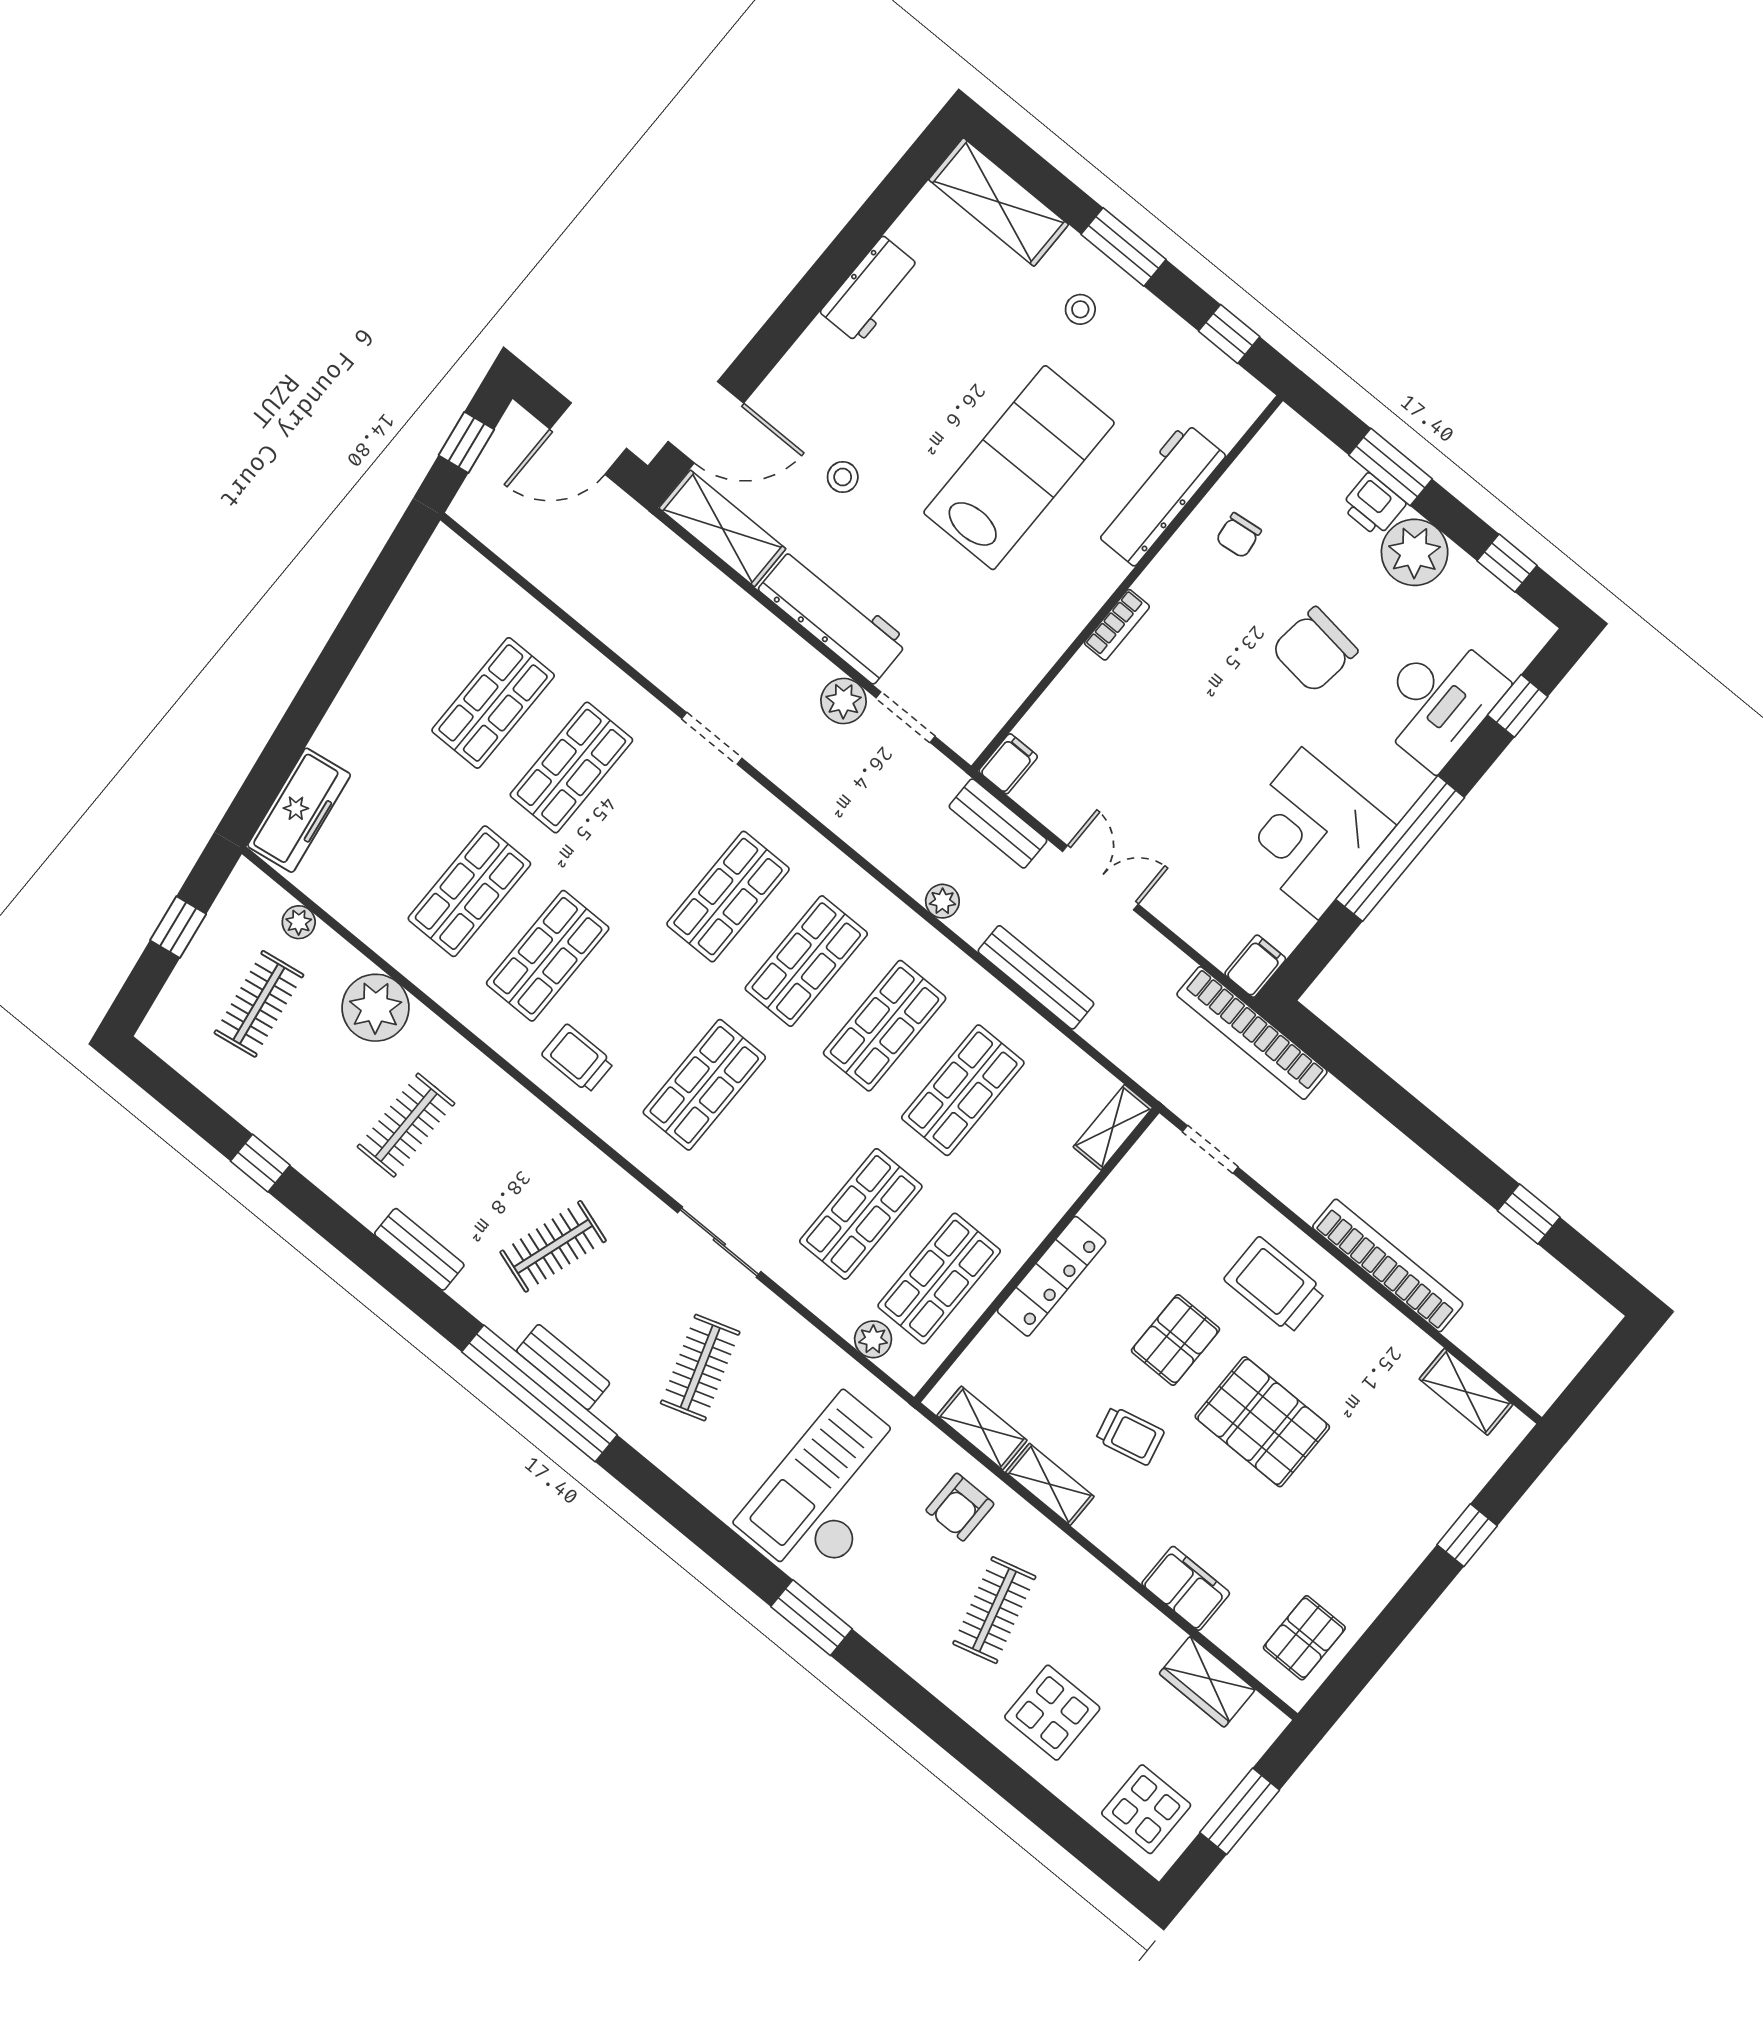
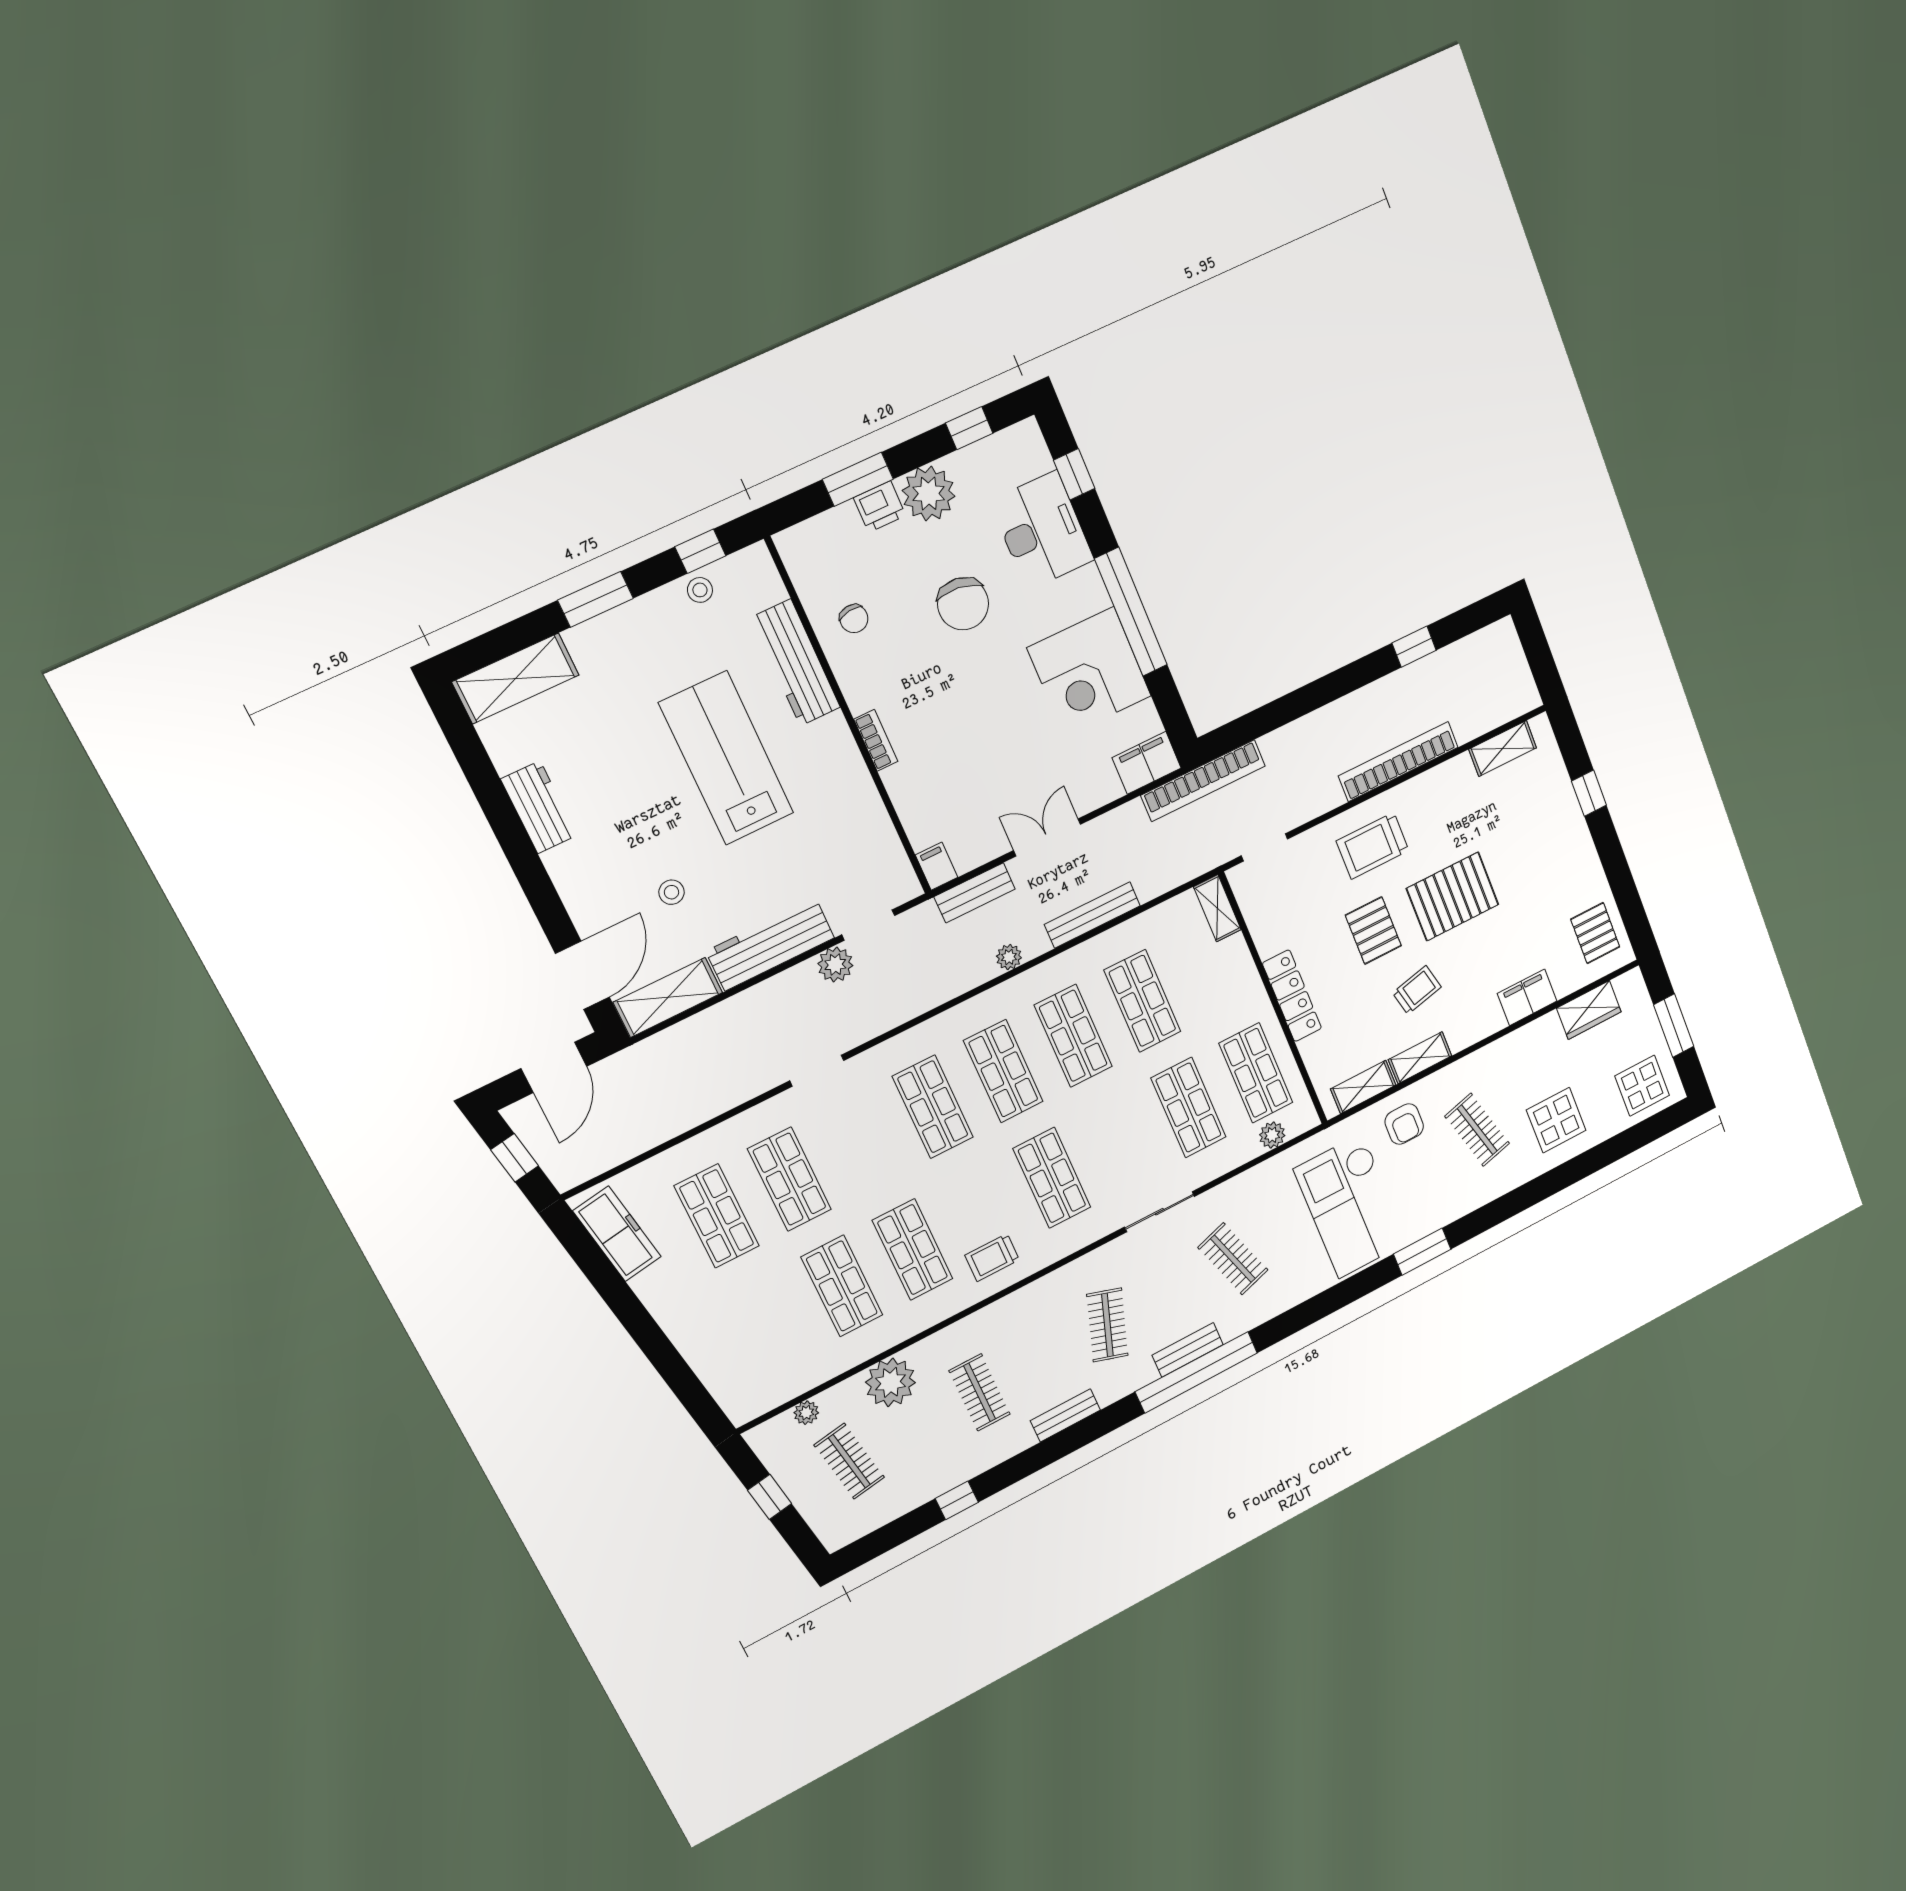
stool: (1080, 309) -> (700, 590), moved
freezer: (299, 810) -> (617, 1234), moved
filing cabinet: (1255, 966) -> (1147, 763), width x2.00

